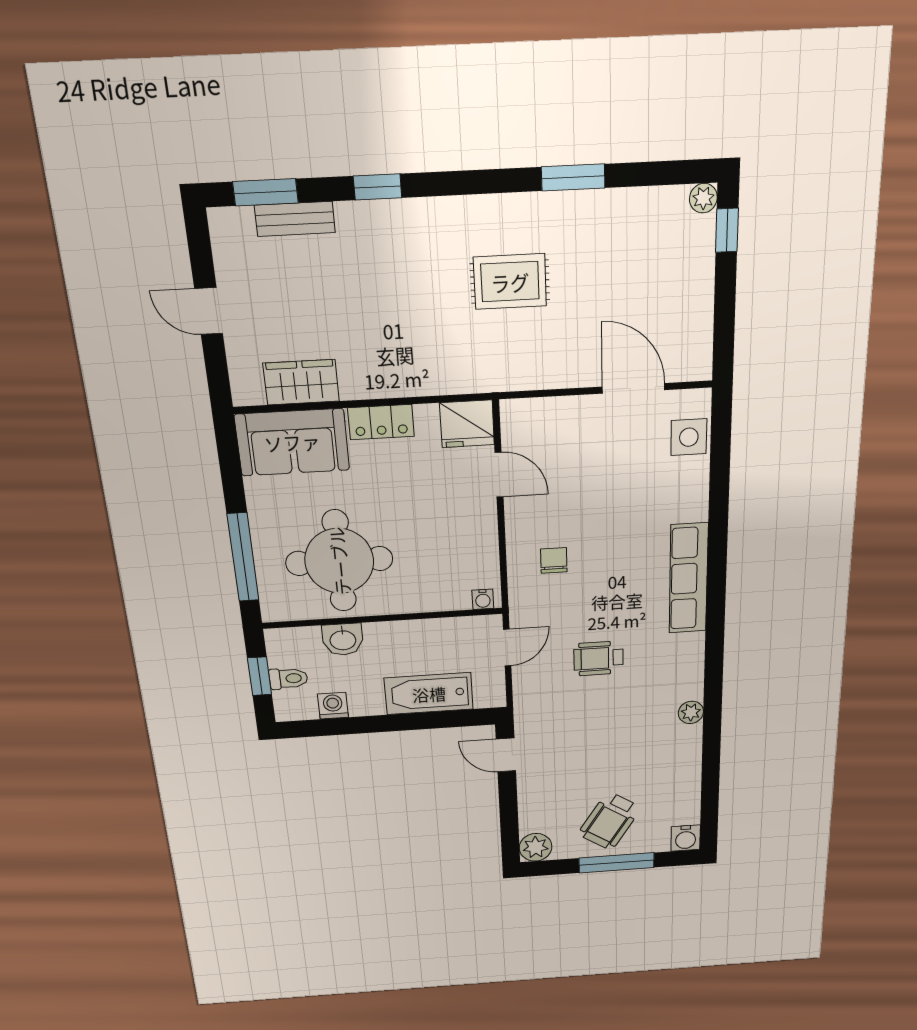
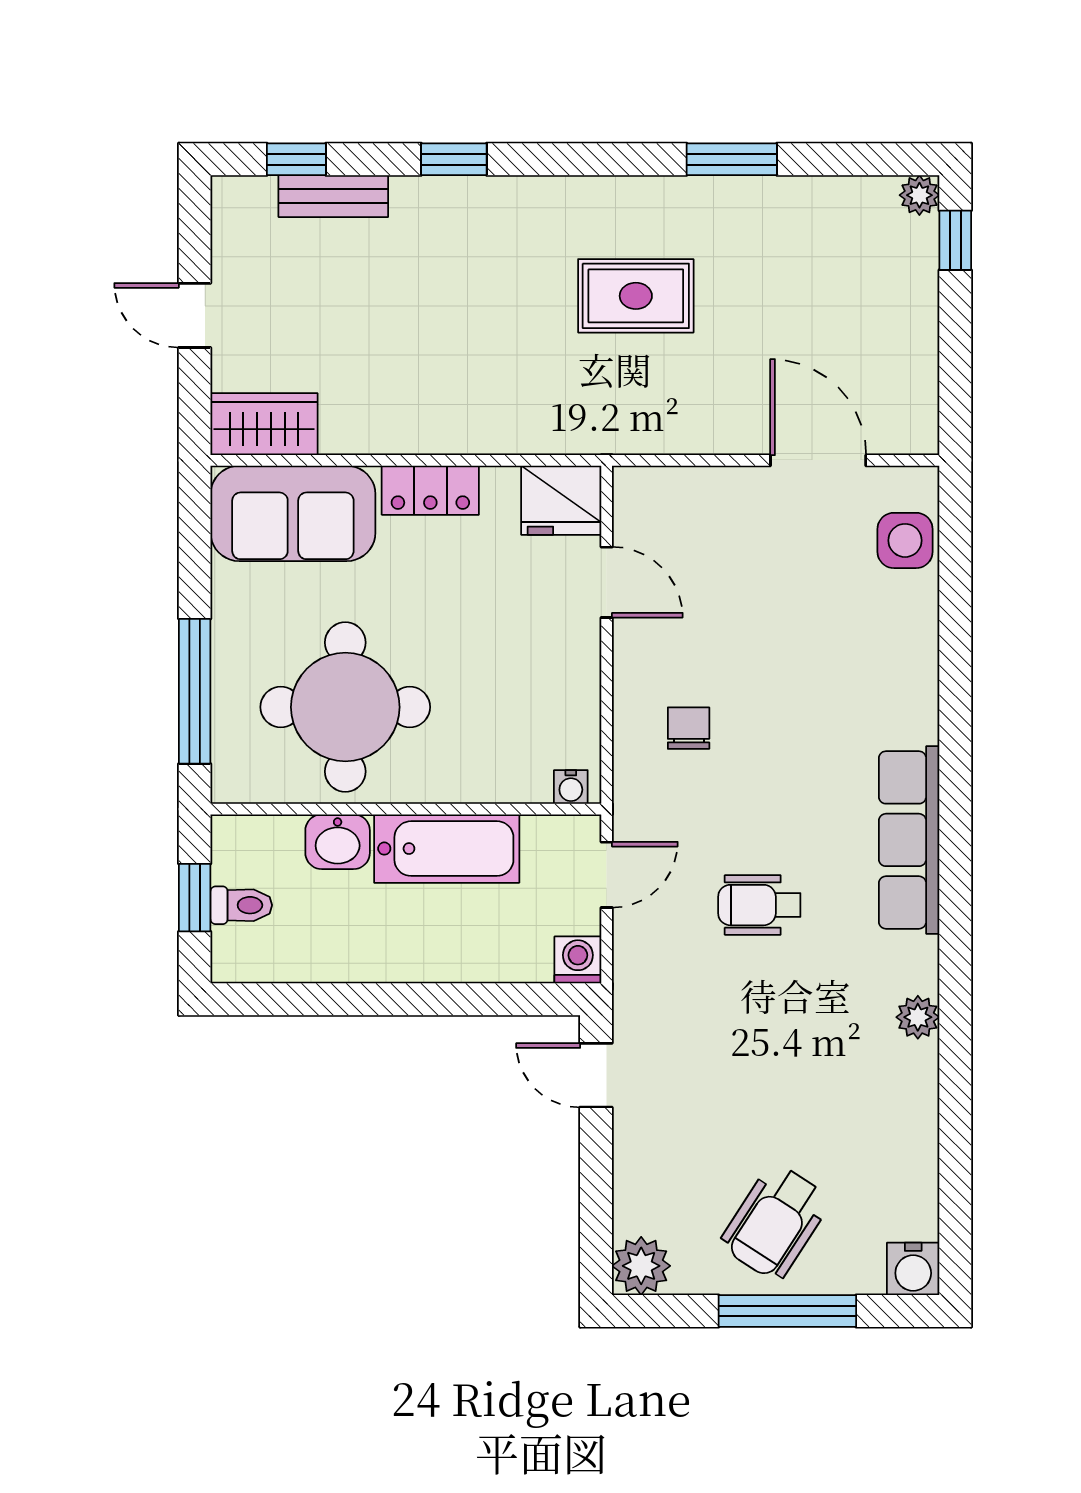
window: (265, 192) -> (296, 159), width x0.67
wardrobe: (301, 382) -> (264, 424), moved
row of seats: (689, 578) -> (909, 840), moved
bathtub: (429, 694) -> (447, 849), moved, turned 180
washing machine: (333, 706) -> (578, 960), moved

